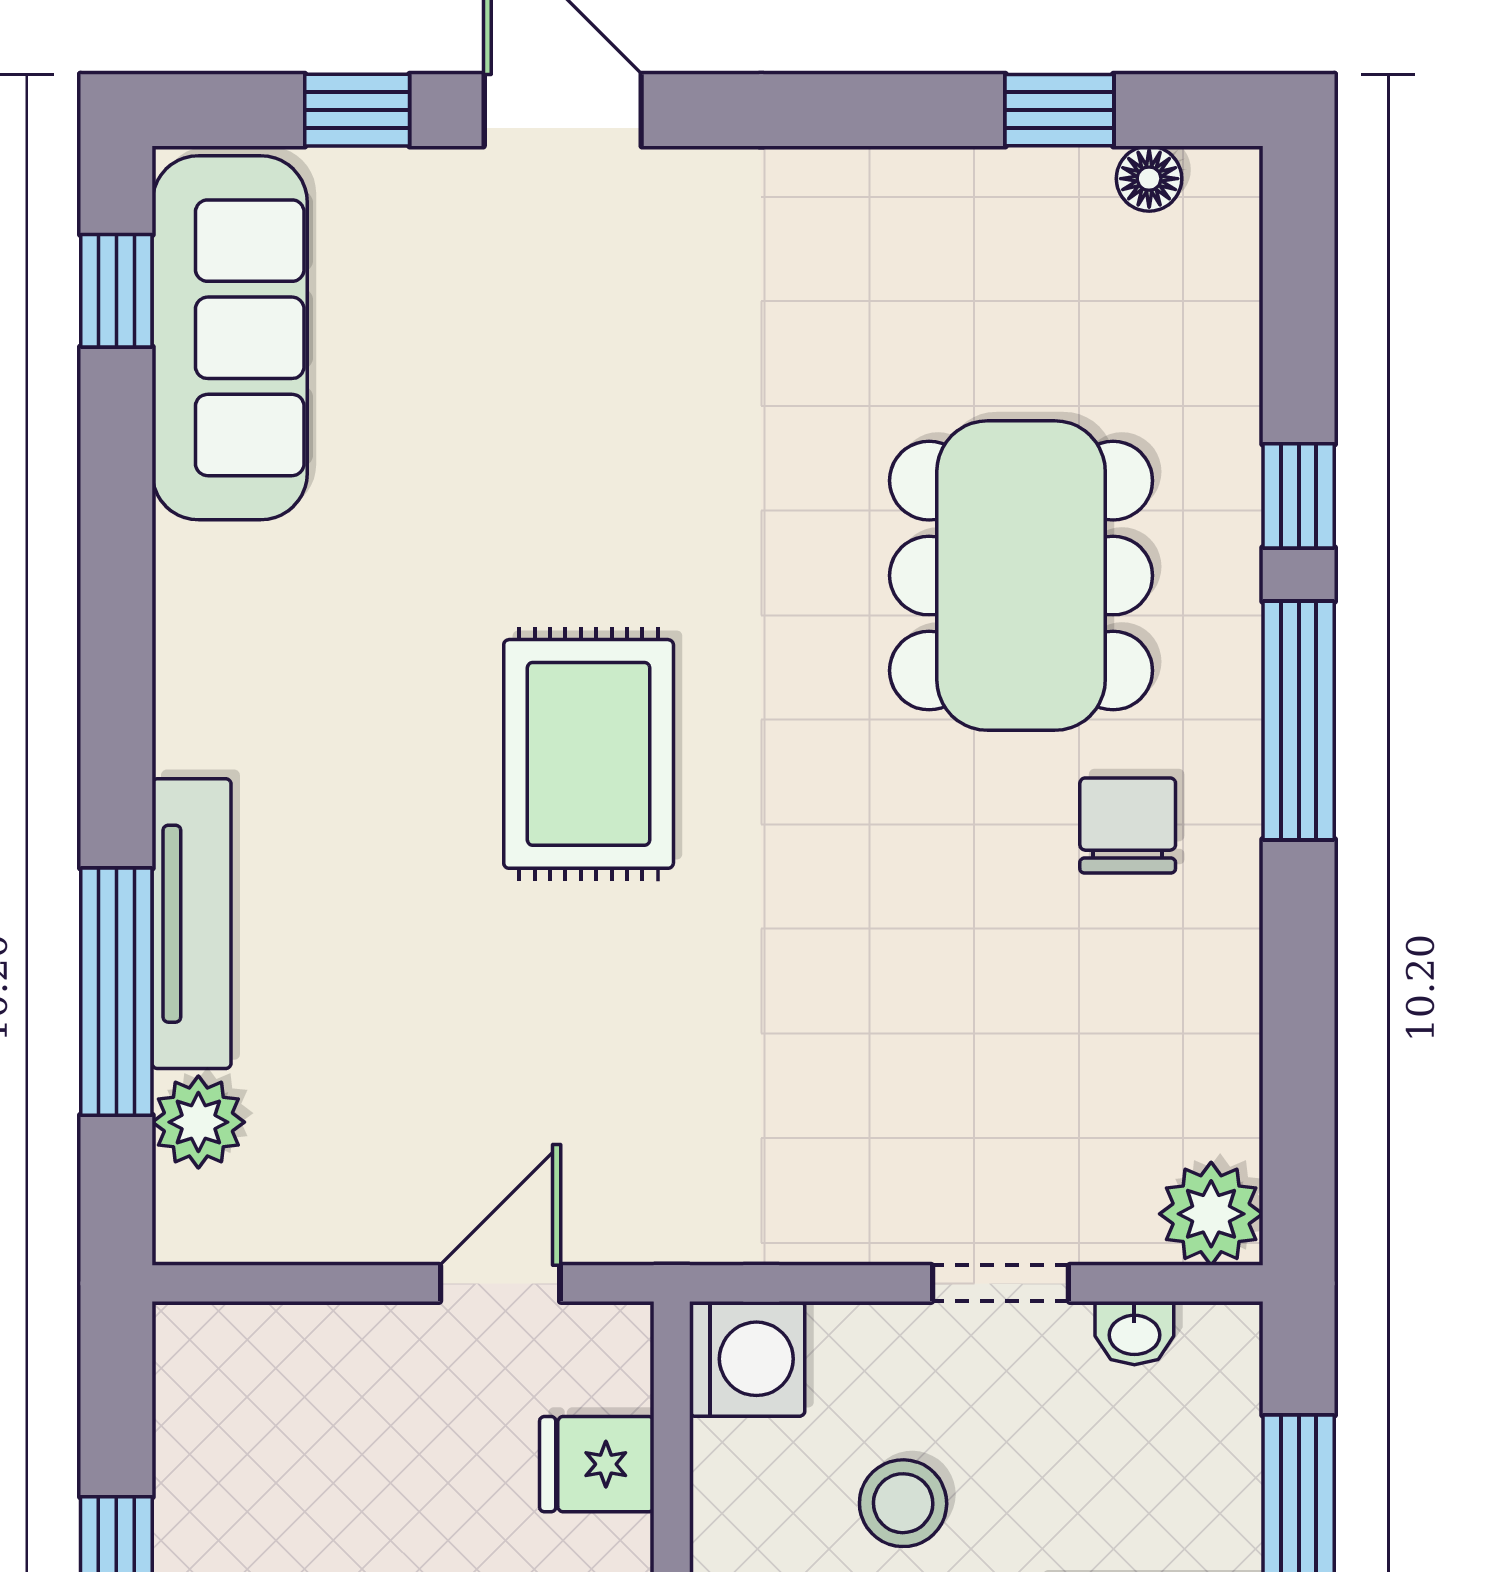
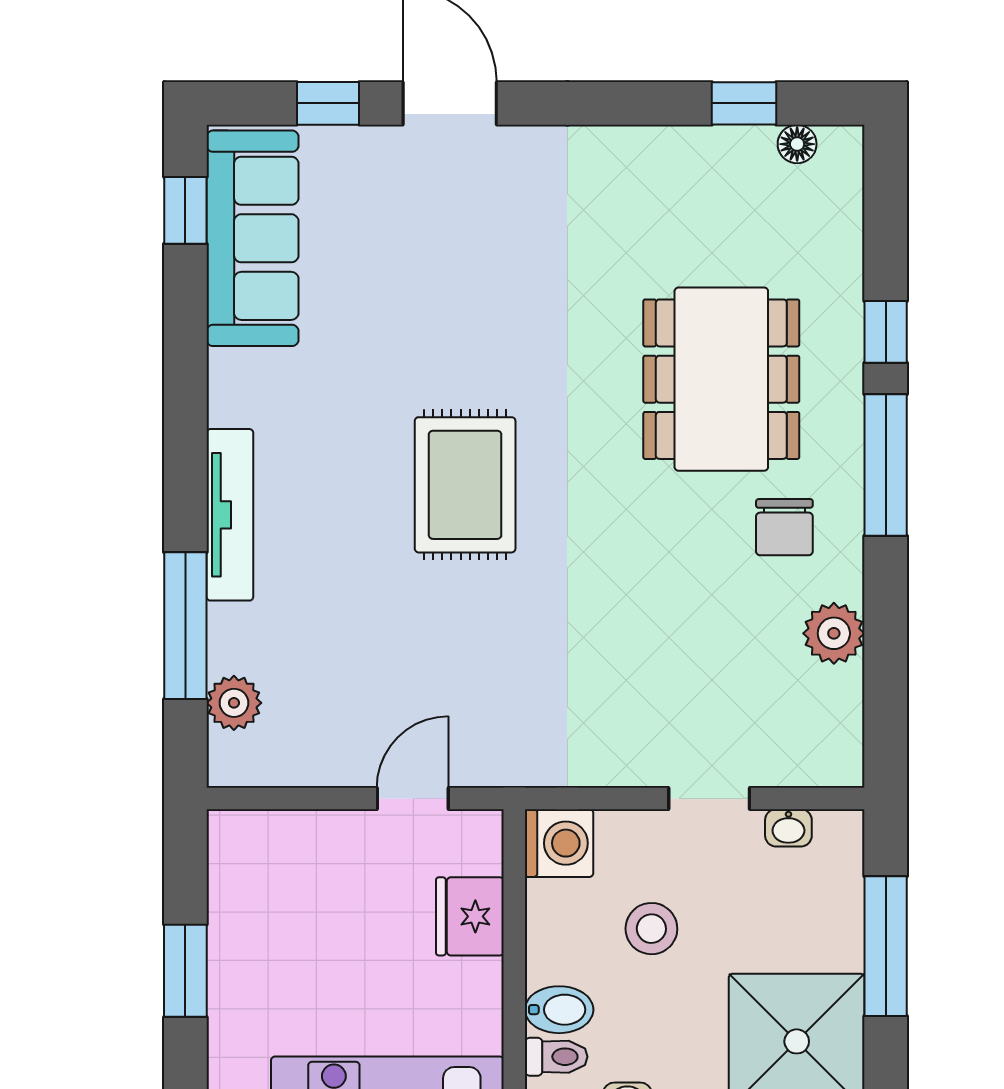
chair: (1128, 825) -> (784, 527), turned 180
tv unit: (192, 924) -> (230, 515), moved
plant: (1211, 1214) -> (834, 633), moved
fridge: (597, 1464) -> (470, 916), width x1.38

